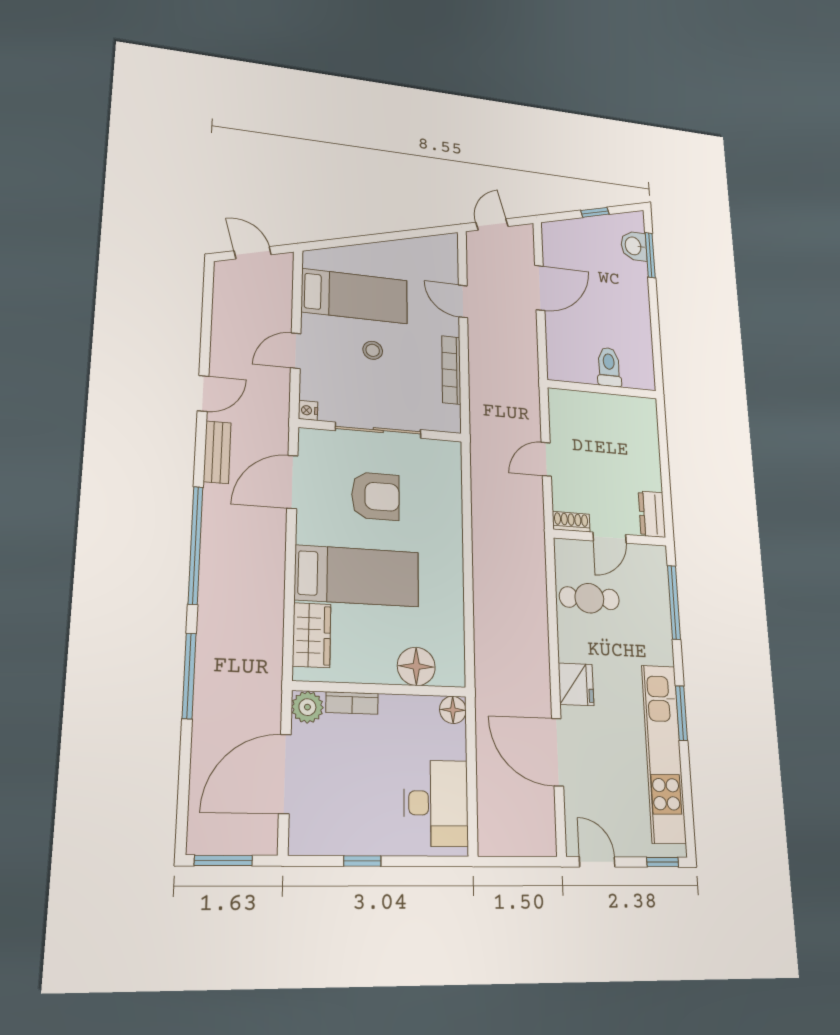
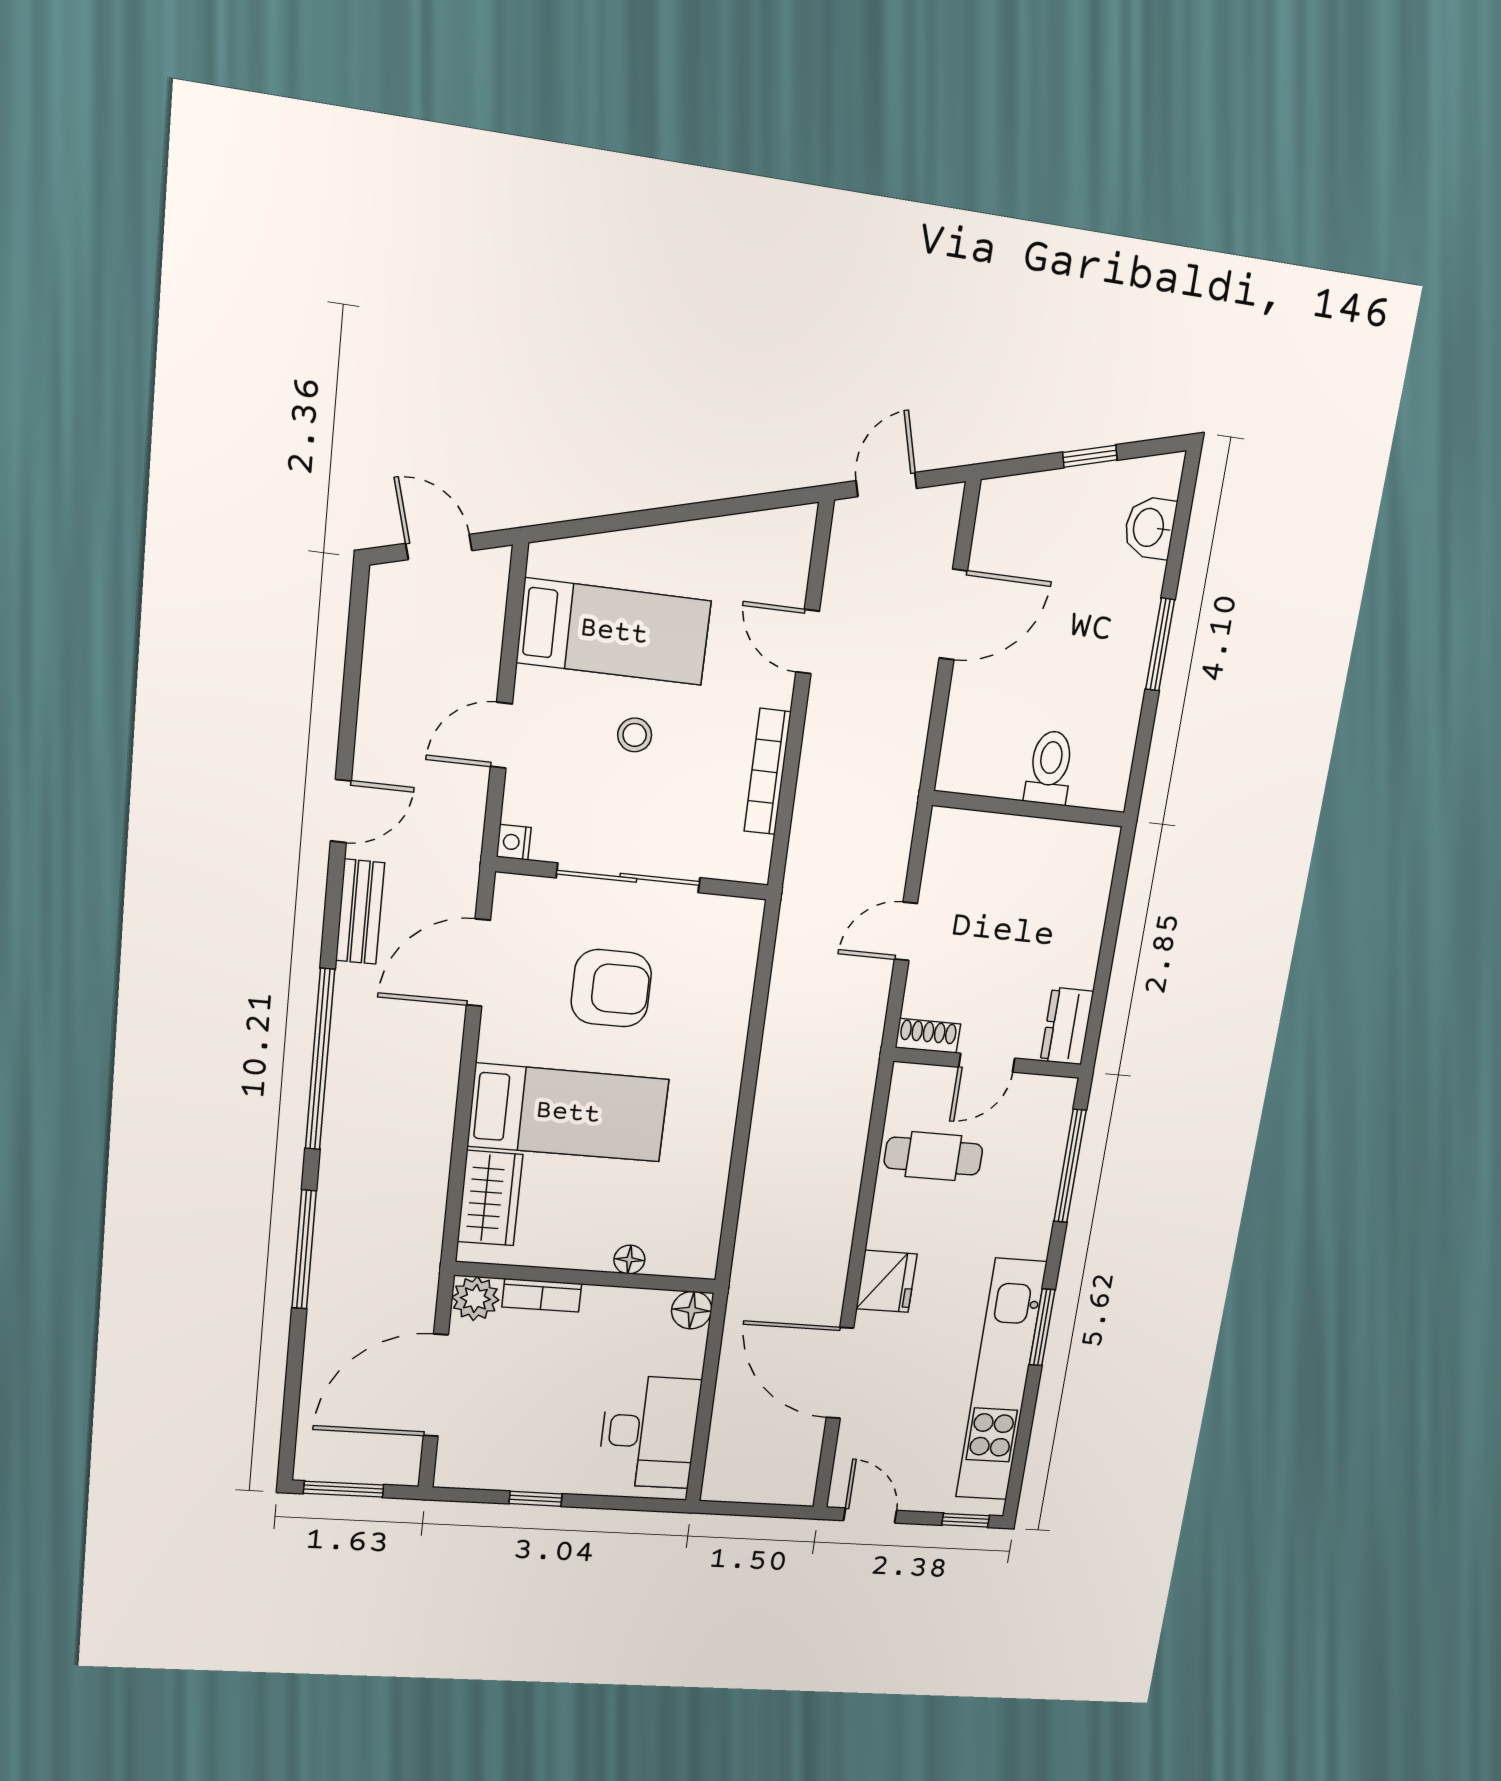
window: (650, 255) -> (1160, 644), moved
floor lamp: (416, 666) -> (629, 1260), width x0.53, depth x0.53

